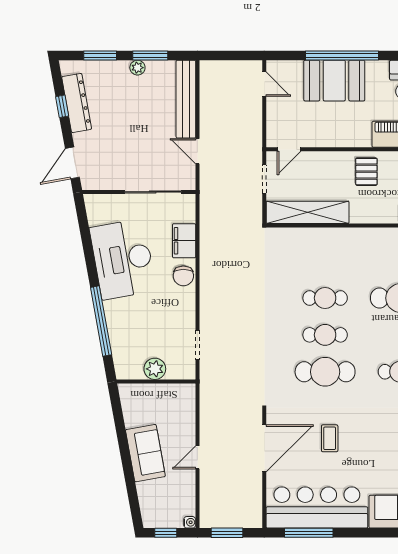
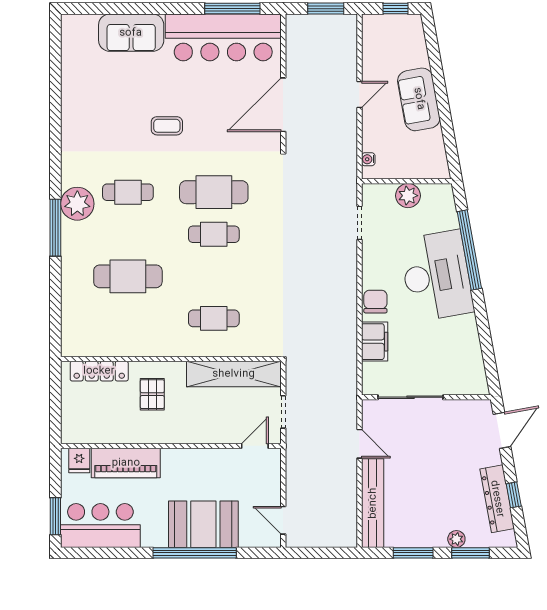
plant: (137, 68) -> (456, 539), moved
pallet: (366, 172) -> (152, 394), moved
desk: (123, 259) -> (436, 276), moved
cafe table: (325, 298) -> (214, 318), moved
coffee table: (330, 438) -> (167, 126), moved, turned 90
water cooler: (190, 522) -> (368, 159), moved

